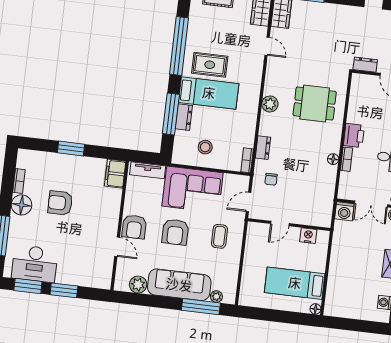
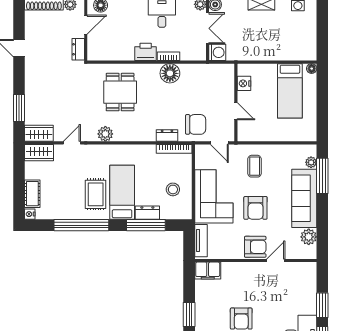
plant: (270, 104) -> (105, 134), moved
floor lamp: (333, 159) -> (170, 73), width x1.89, depth x1.89
bookcase: (247, 160) -> (174, 149), width x1.56
chair: (271, 179) -> (196, 124), width x1.87, depth x1.87
armchair: (175, 232) -> (255, 208), turned 90
coffee table: (219, 236) -> (255, 166), turned 90

